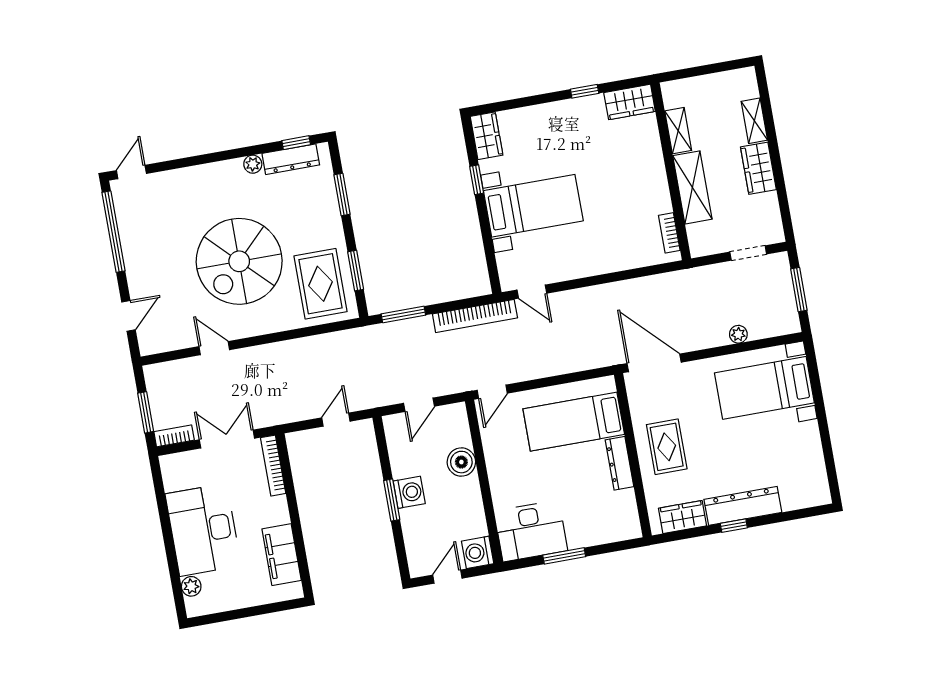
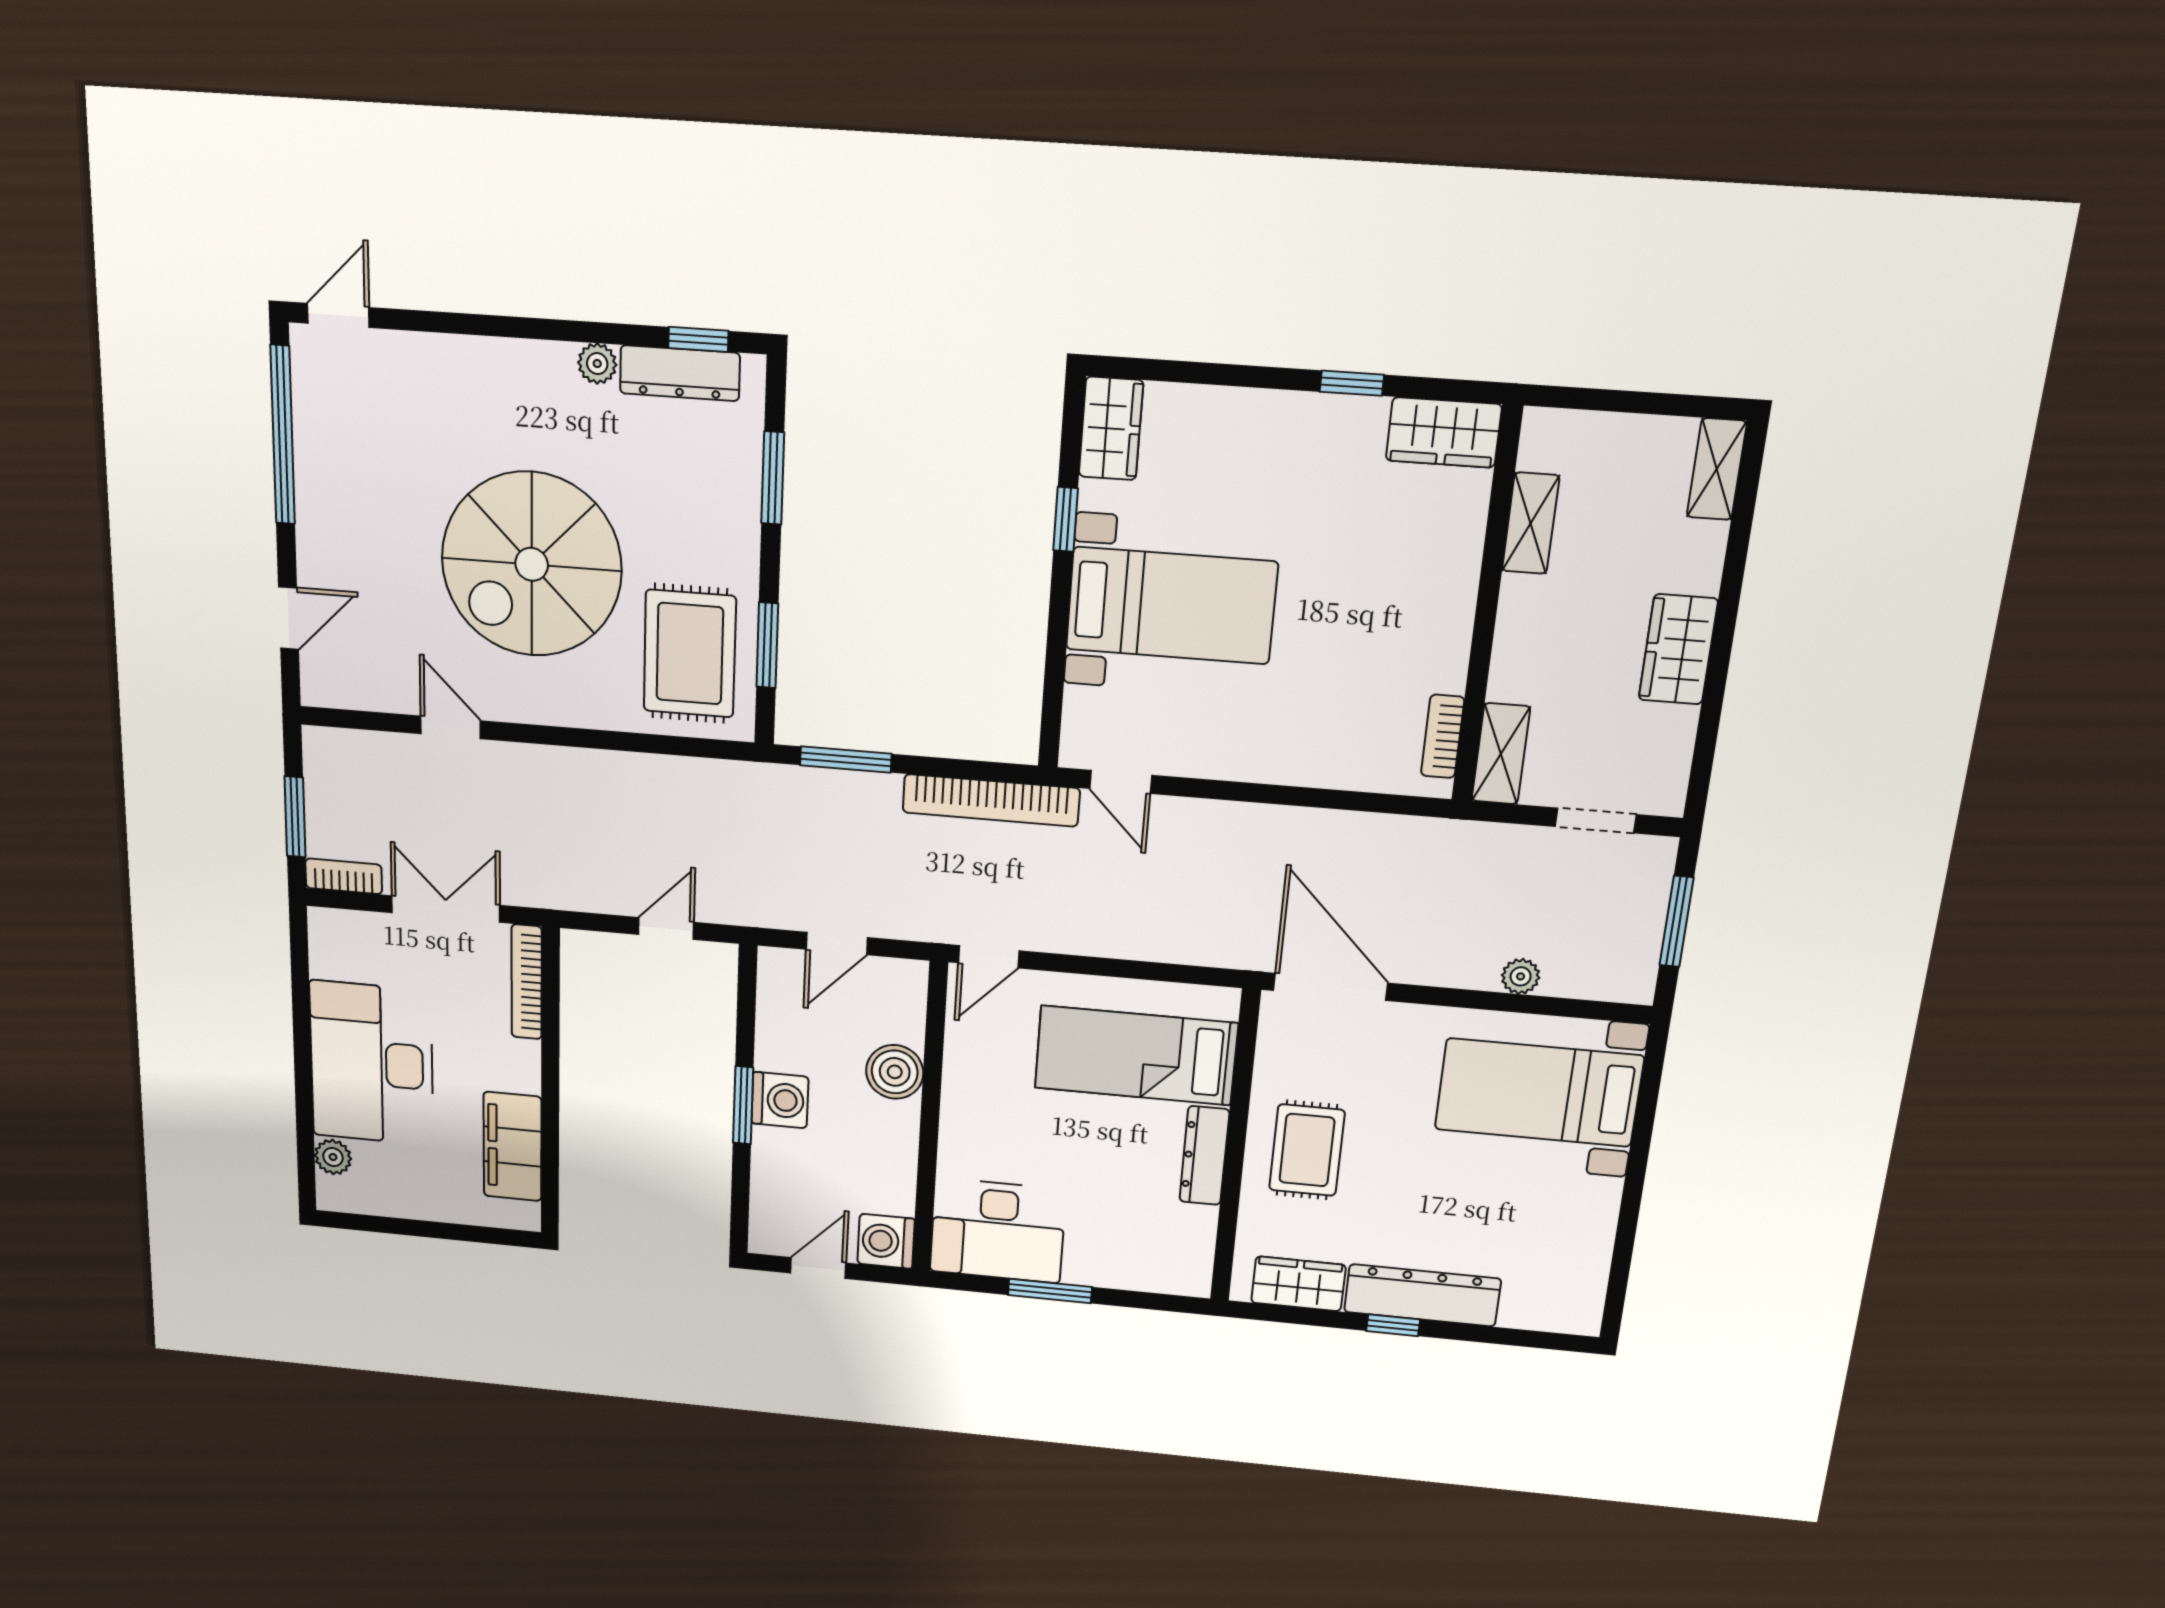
shelving: (754, 121) -> (1717, 469), moved
shelving: (692, 187) -> (1501, 754), moved, width x0.67, depth x0.75

